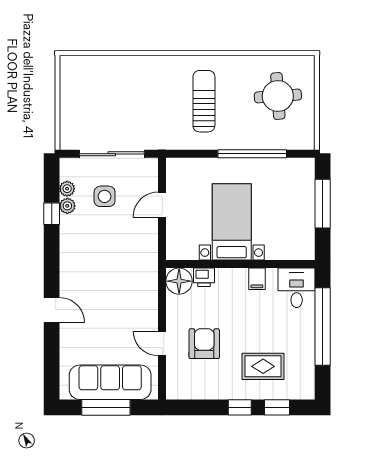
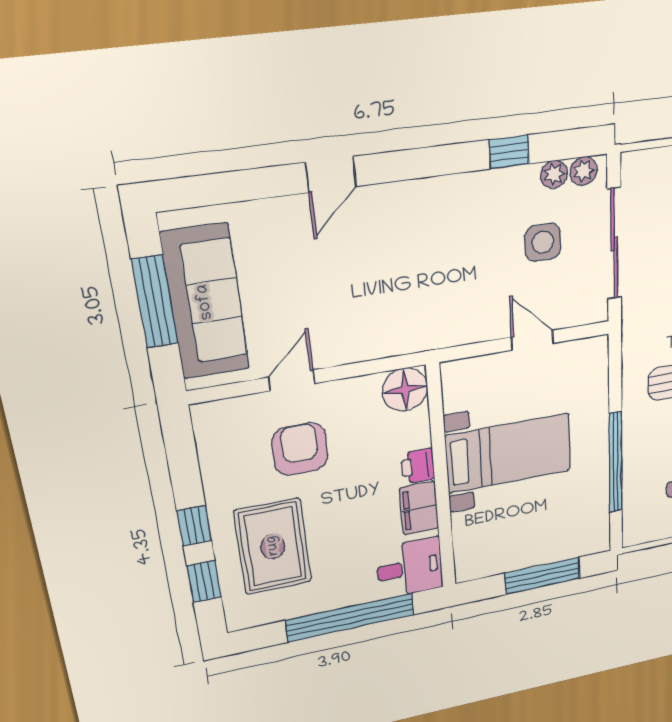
plant: (67, 206) -> (584, 171), moved
printer: (204, 277) -> (418, 466), moved
filing cabinet: (257, 279) -> (419, 508), width x2.00
armchair: (204, 344) -> (300, 449), turned -90
rug: (263, 366) -> (273, 546), width x1.36, depth x1.43

